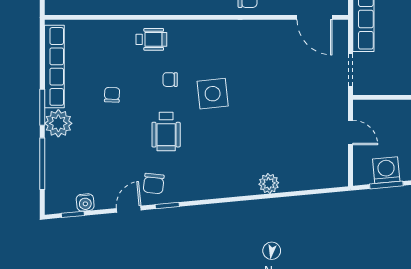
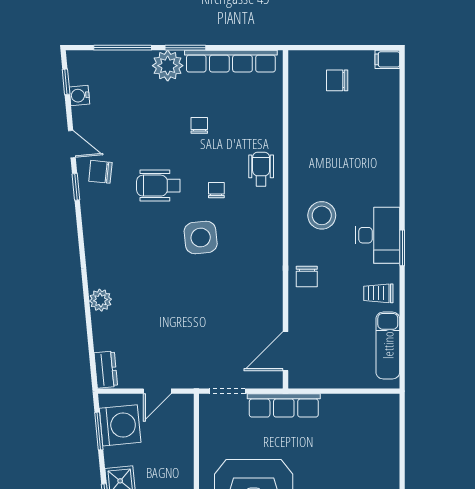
wheelchair: (151, 39) -> (261, 169), turned 180
chair: (112, 95) -> (199, 125), turned -92
washing machine: (386, 170) -> (120, 425), width x1.37, depth x1.37
dresser: (331, 179) -> (106, 370), added

